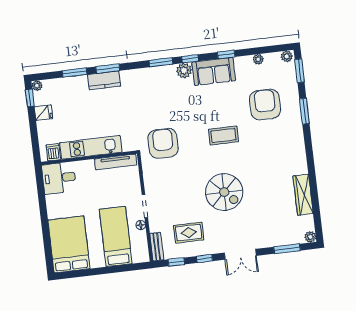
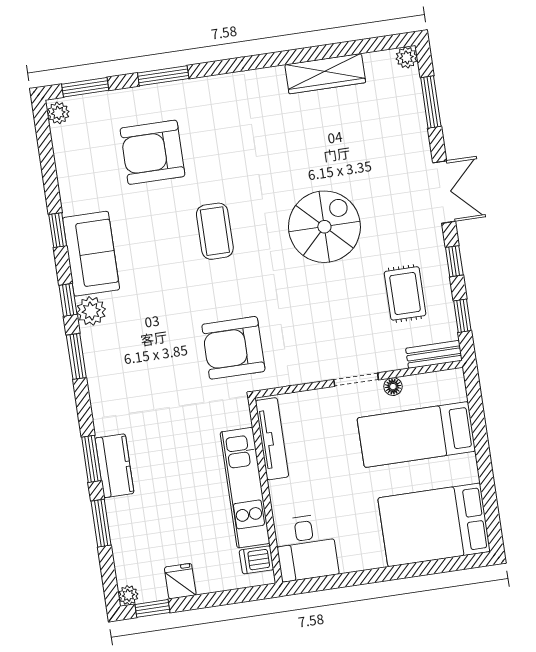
plant: (258, 59) -> (65, 168), removed

